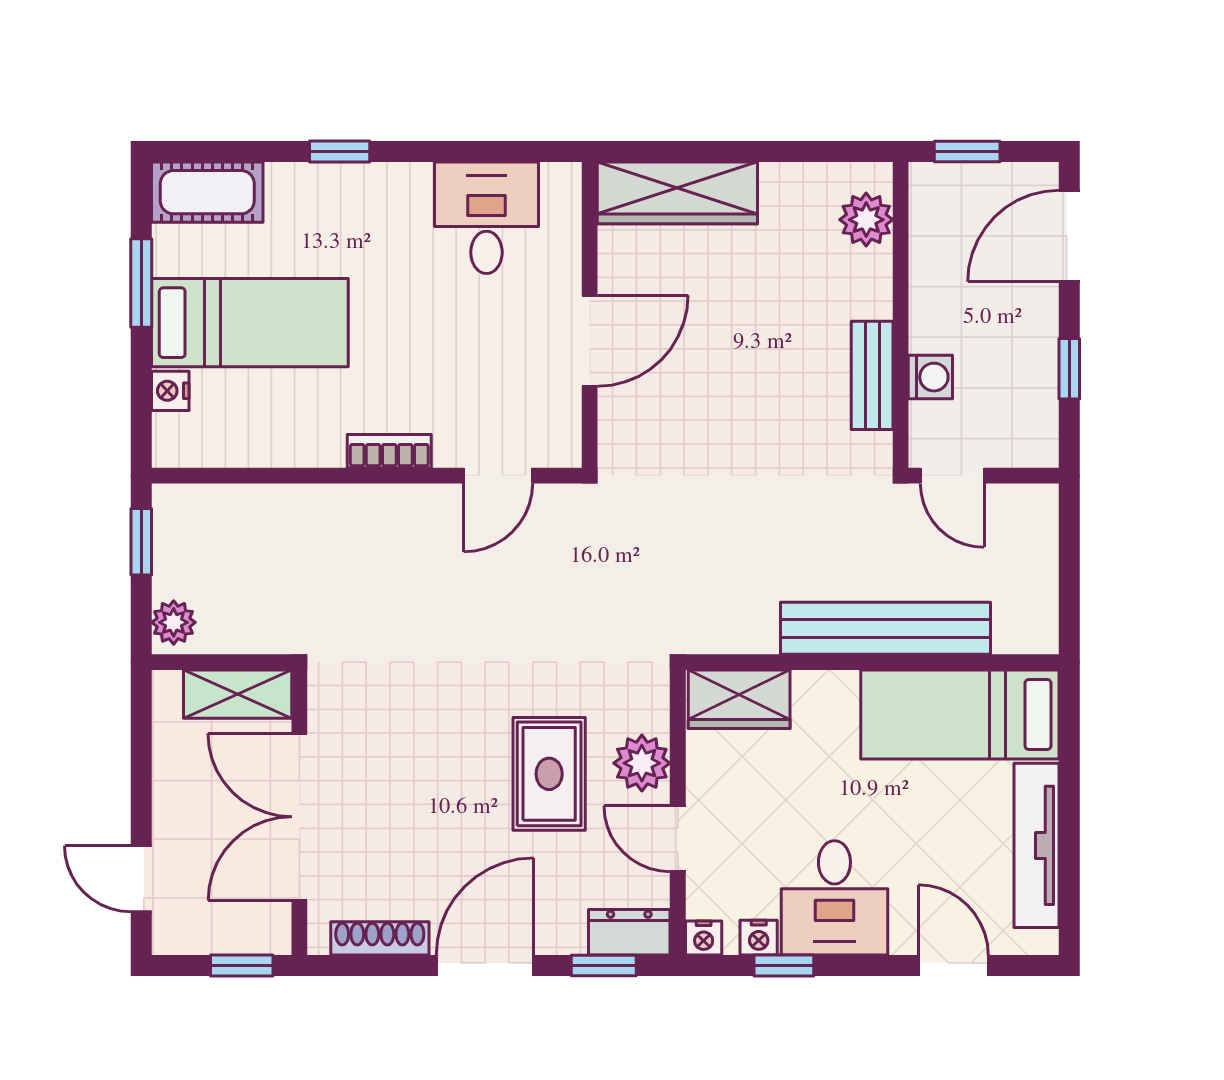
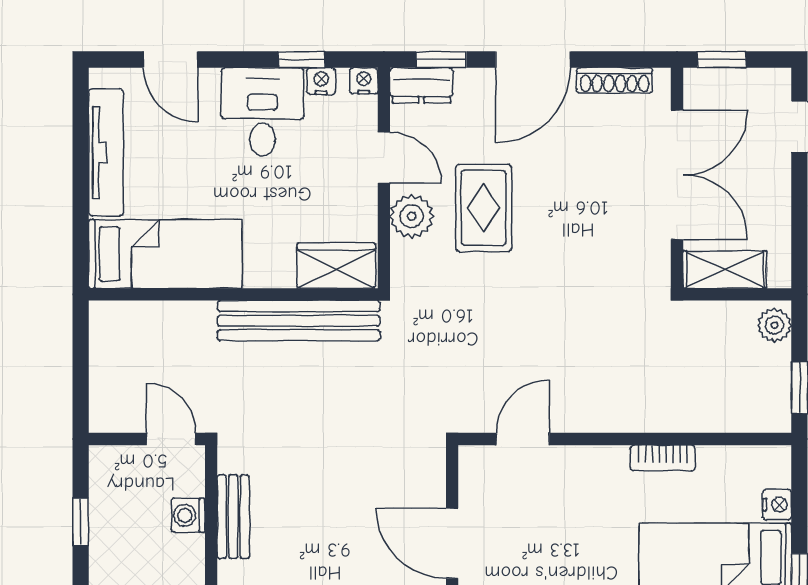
door: (590, 341) -> (452, 543), hinge flipped
bookcase: (389, 451) -> (663, 458), moved
bench: (886, 628) -> (299, 321), moved

